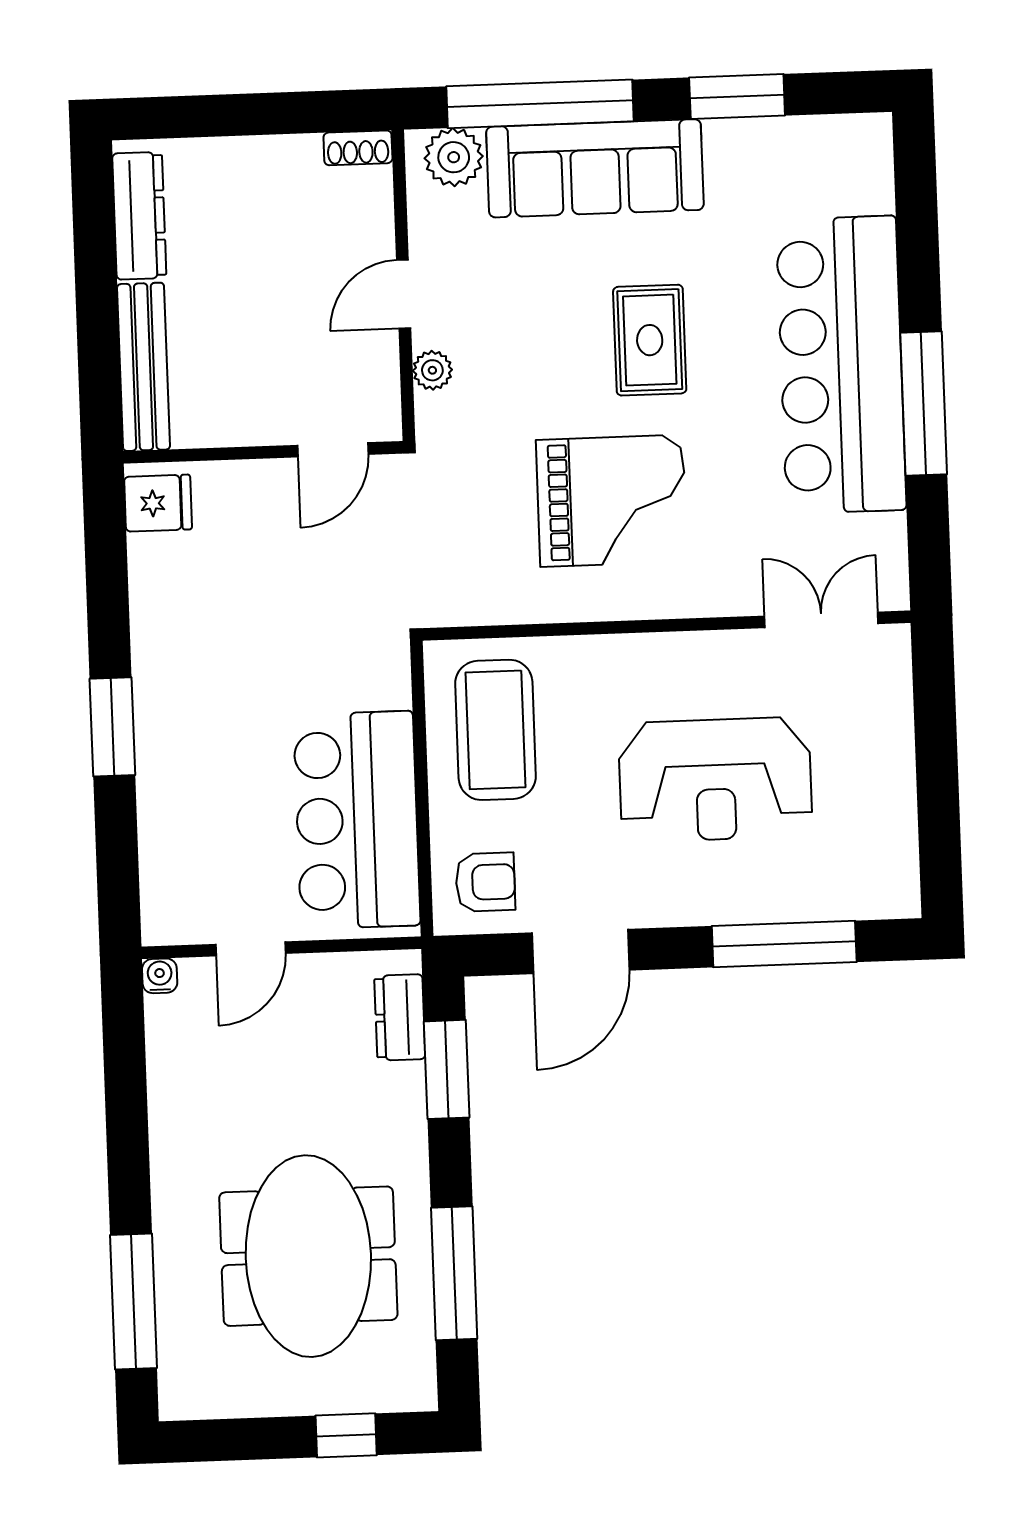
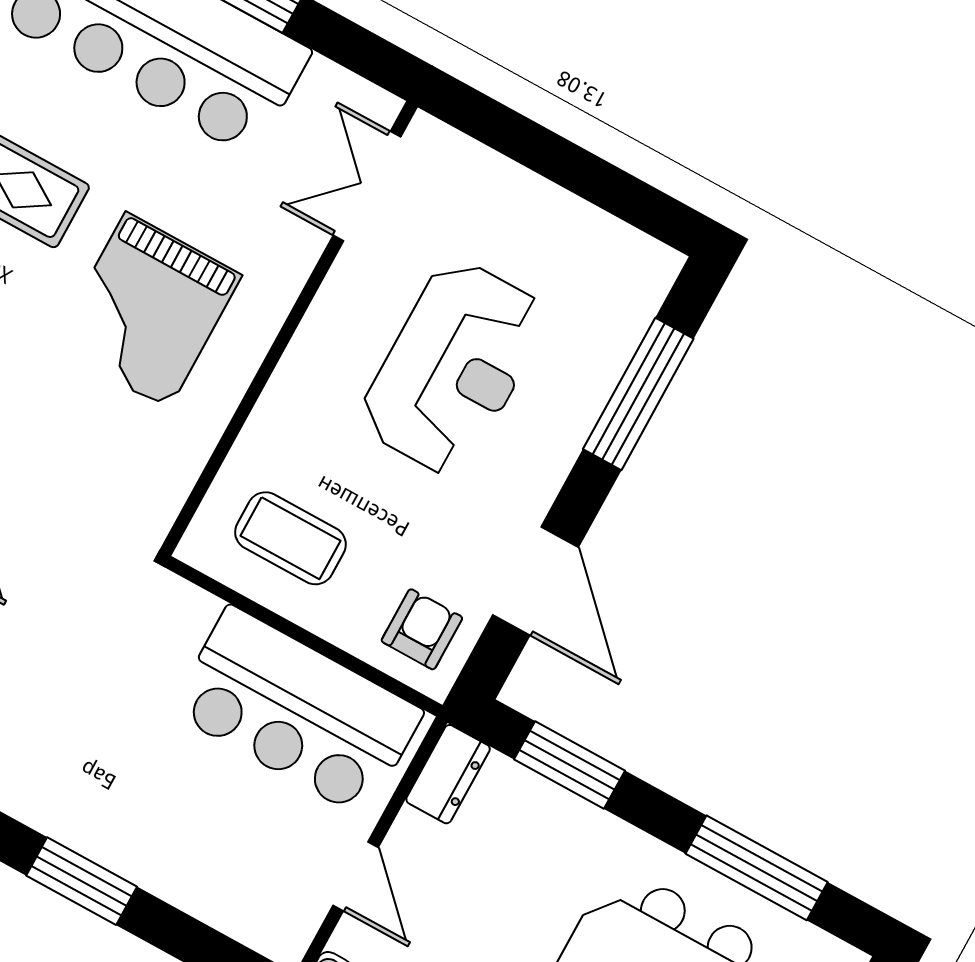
grand piano: (612, 501) -> (147, 311), turned 180
coffee table: (496, 730) -> (290, 538), width x0.73, depth x0.76
dresser: (400, 1017) -> (448, 774), moved, turned -90

